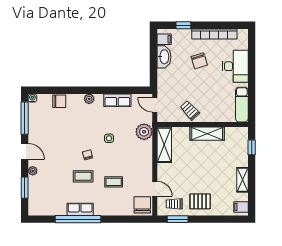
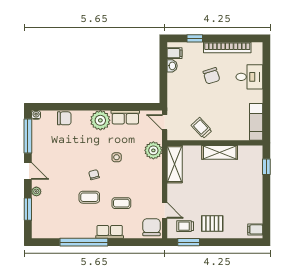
washbasin: (164, 57) -> (172, 66), width x0.52, depth x0.69
desk: (235, 66) -> (249, 77), width x0.73
plant: (89, 99) -> (100, 120), width x1.88, depth x1.88
shelving: (242, 180) -> (257, 201), removed
row of seats: (80, 209) -> (110, 232), moved

